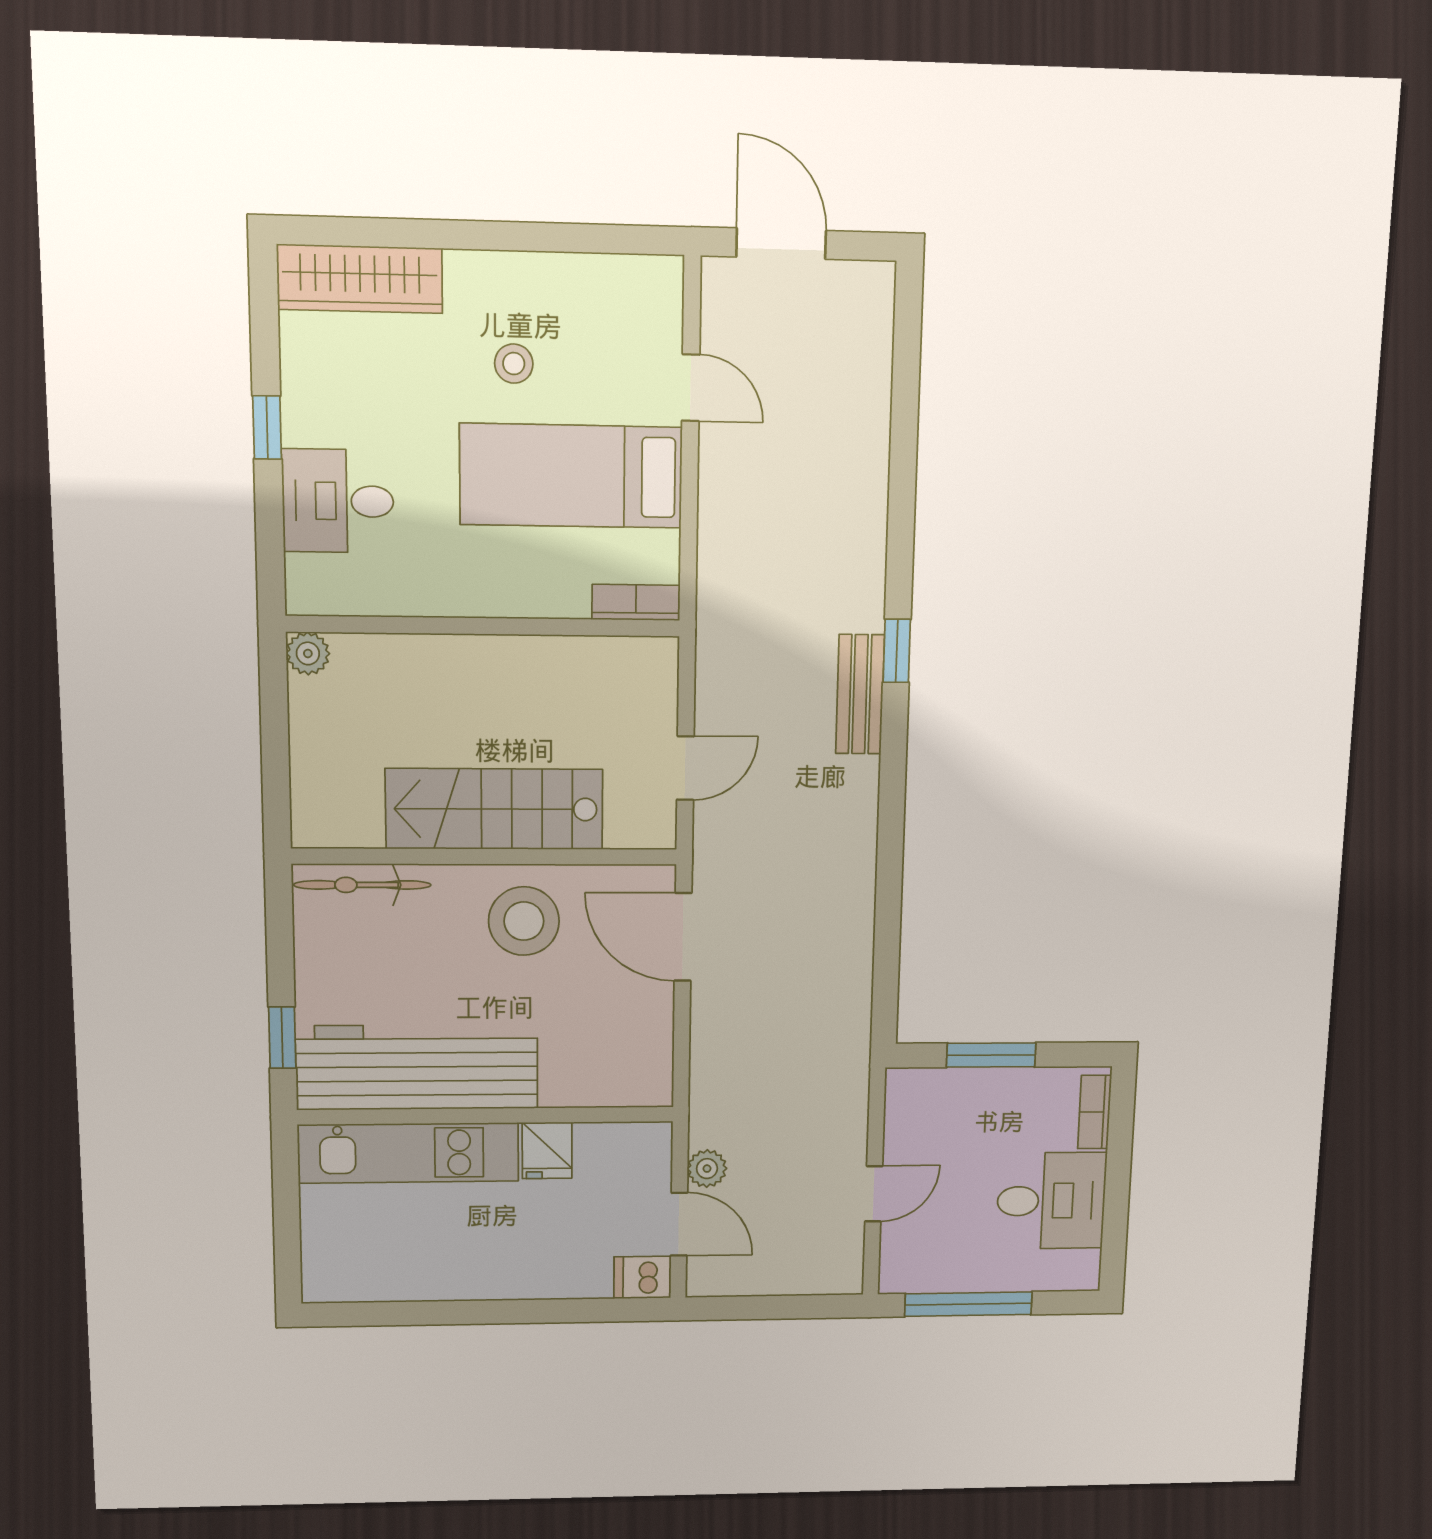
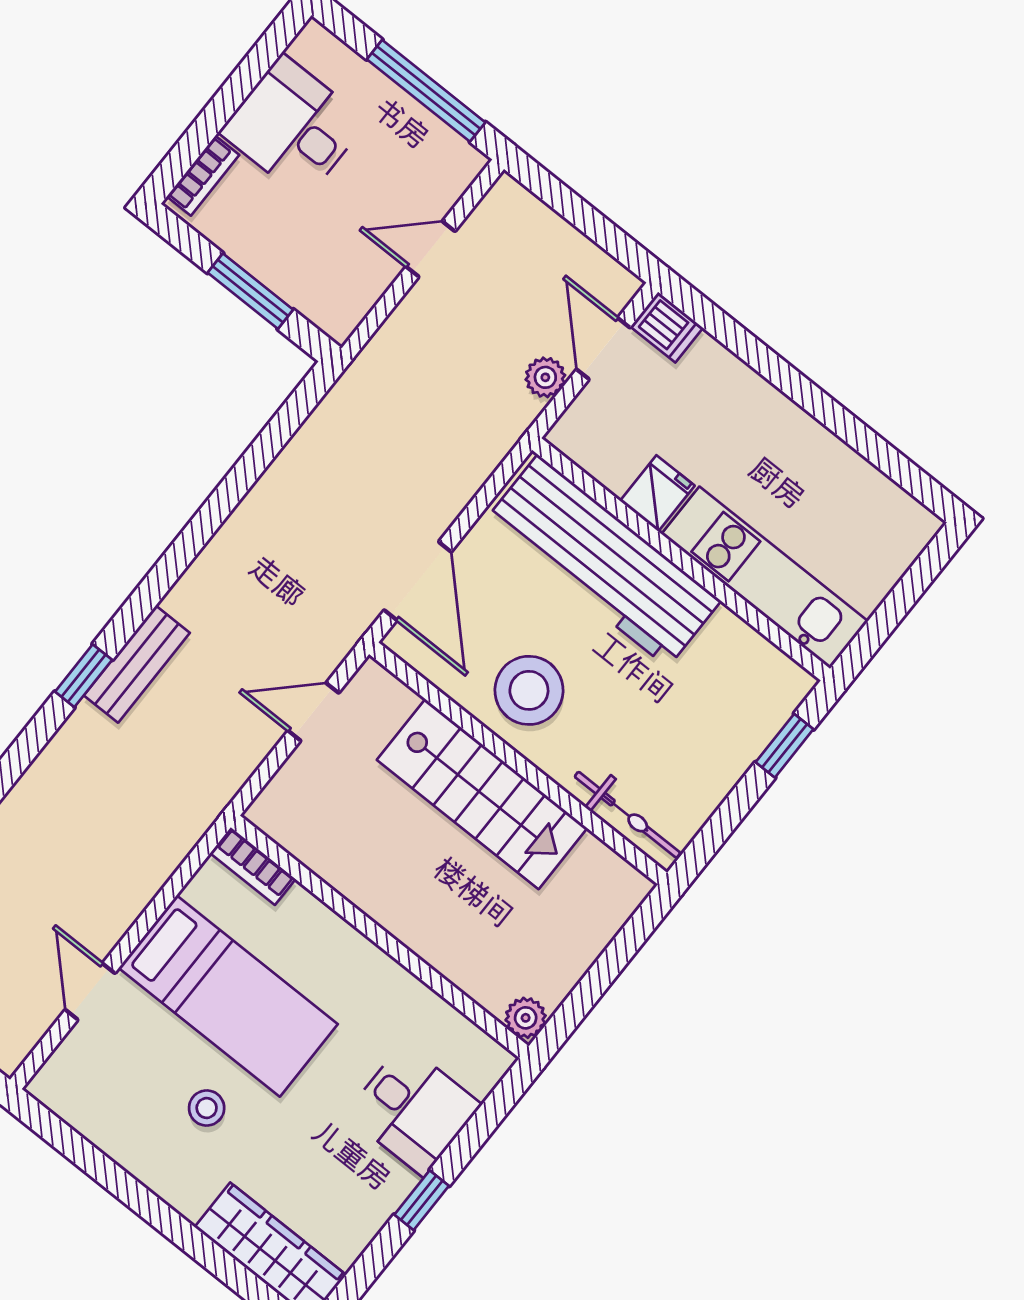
workbench: (417, 1067) -> (603, 561), moved

